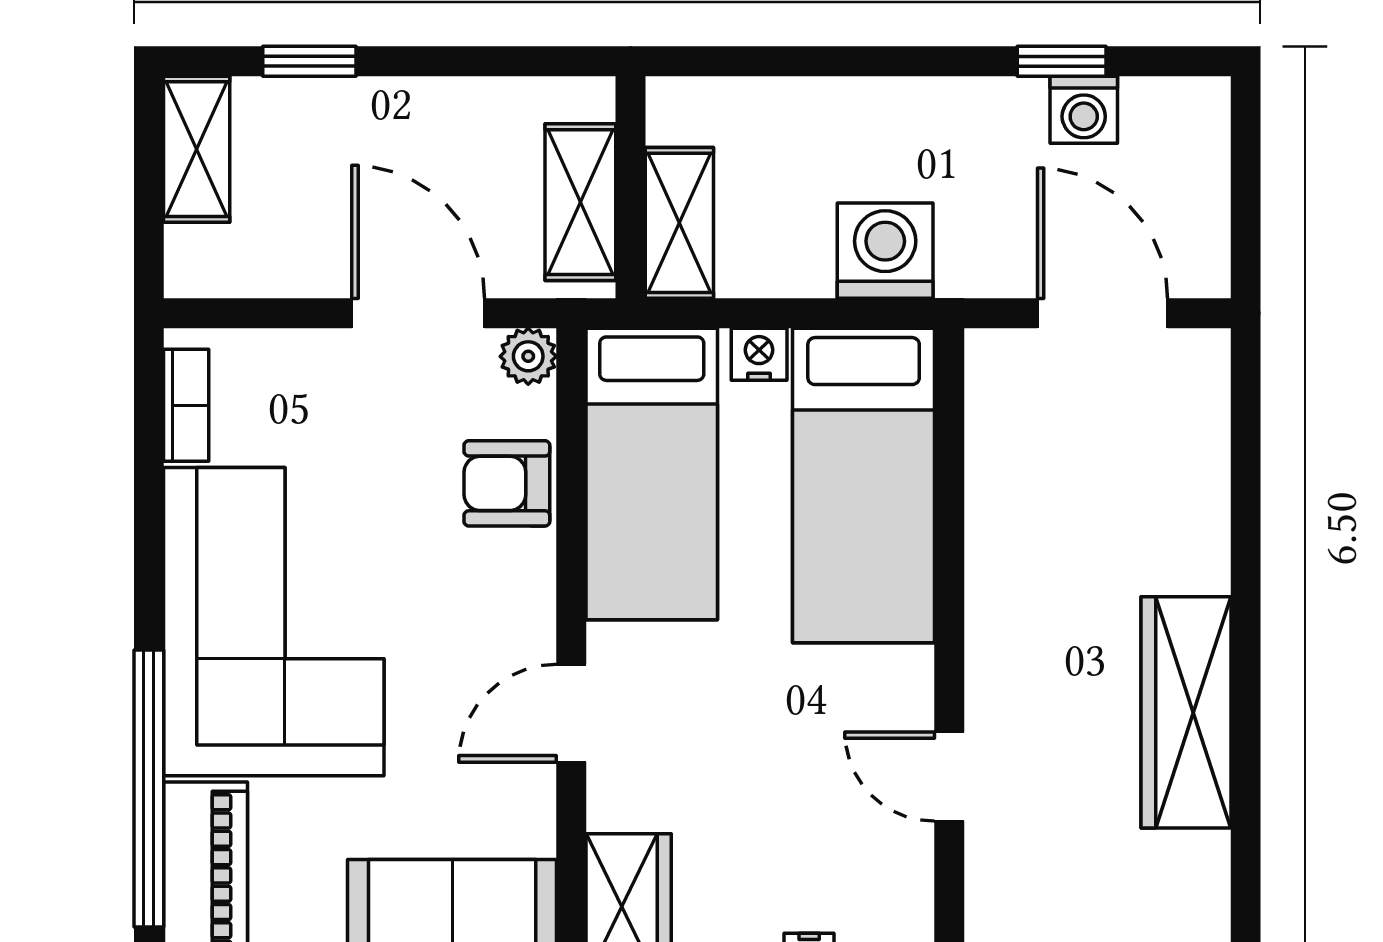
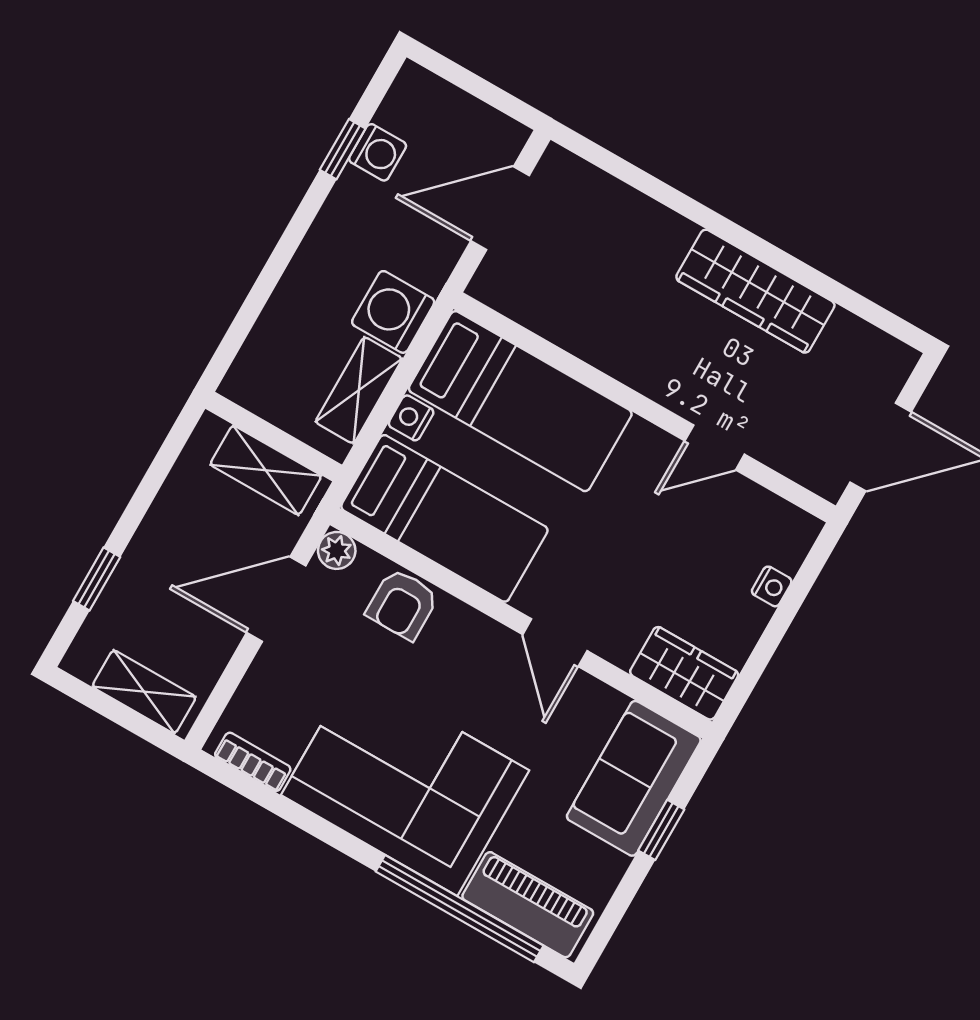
shelving: (197, 149) -> (144, 692), moved
shelving: (679, 223) -> (359, 390), moved, turned 90

